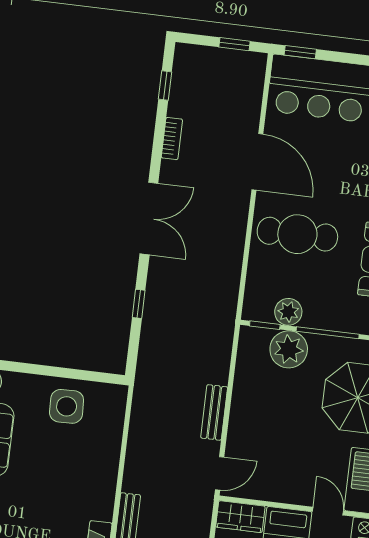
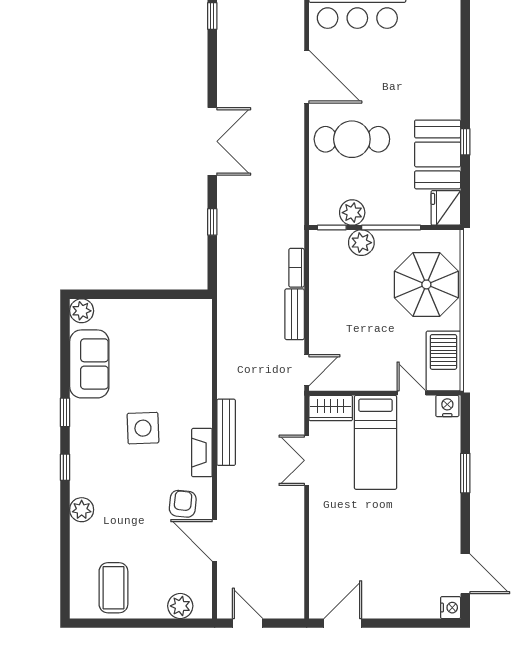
bookcase: (172, 139) -> (297, 268), moved, turned 180
plant: (289, 349) -> (361, 243), width x0.73, depth x0.73
side table: (67, 406) -> (143, 428), moved

